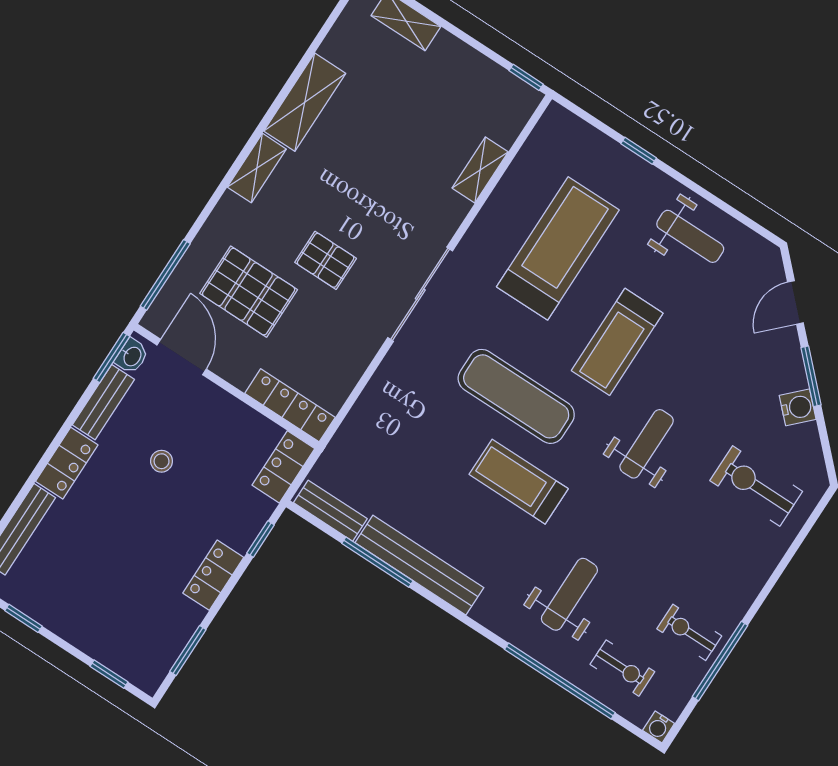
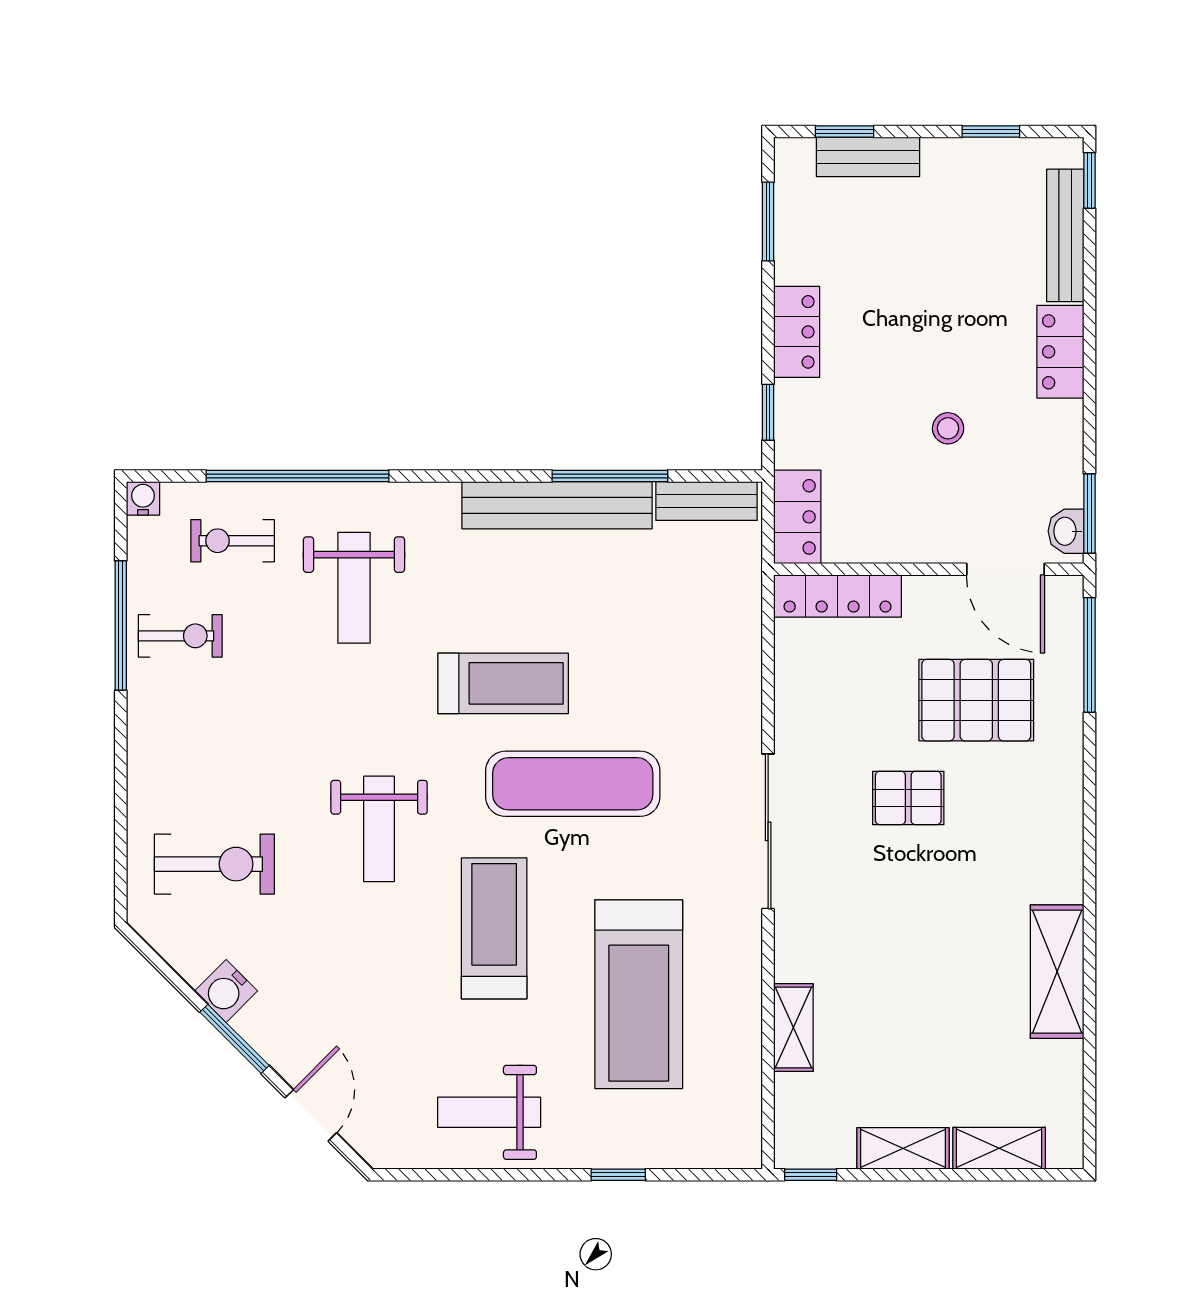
shelving: (257, 168) -> (903, 1148), moved, turned 90
bench: (103, 402) -> (868, 157), moved, turned 90

